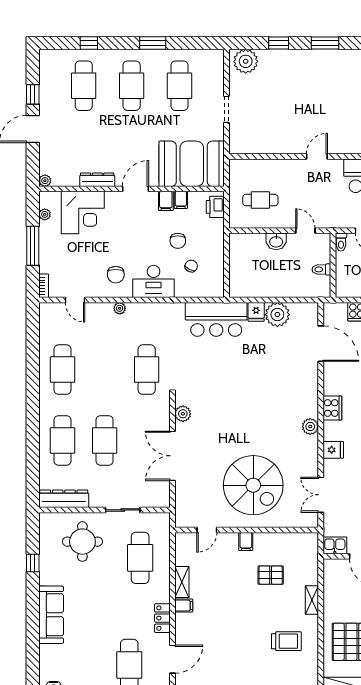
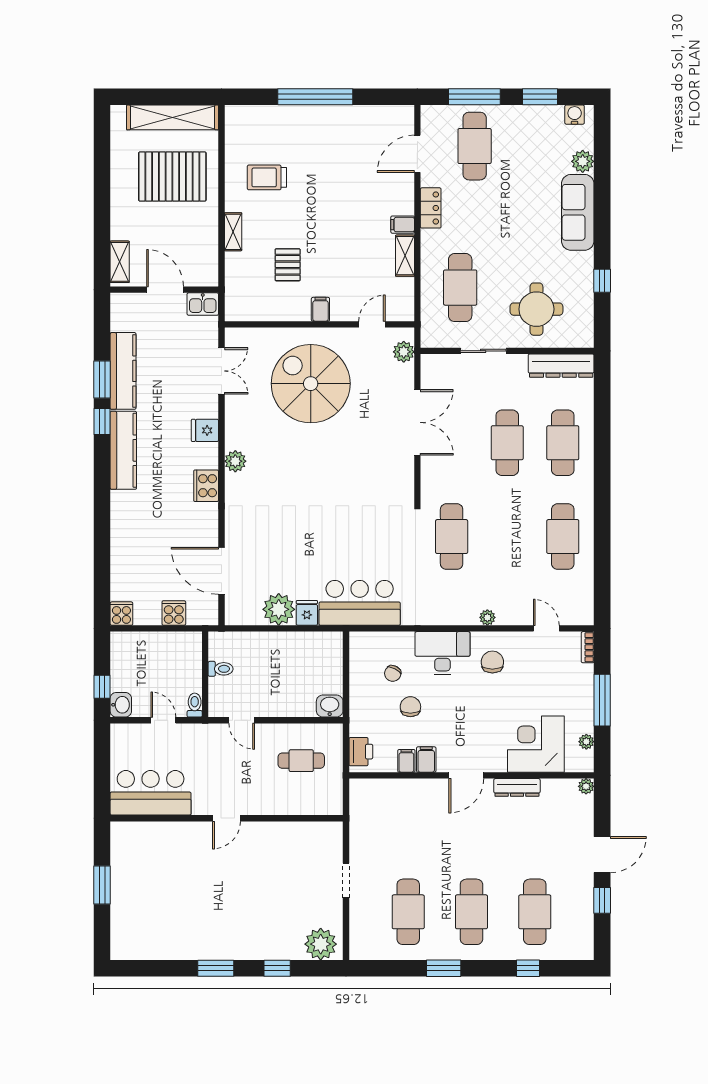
booth: (192, 164) -> (392, 809), removed
washbasin: (276, 241) -> (330, 706), moved
plant: (183, 414) -> (404, 352), moved
pallet: (271, 575) -> (288, 265), turned 90
plant: (47, 653) -> (583, 161), added

